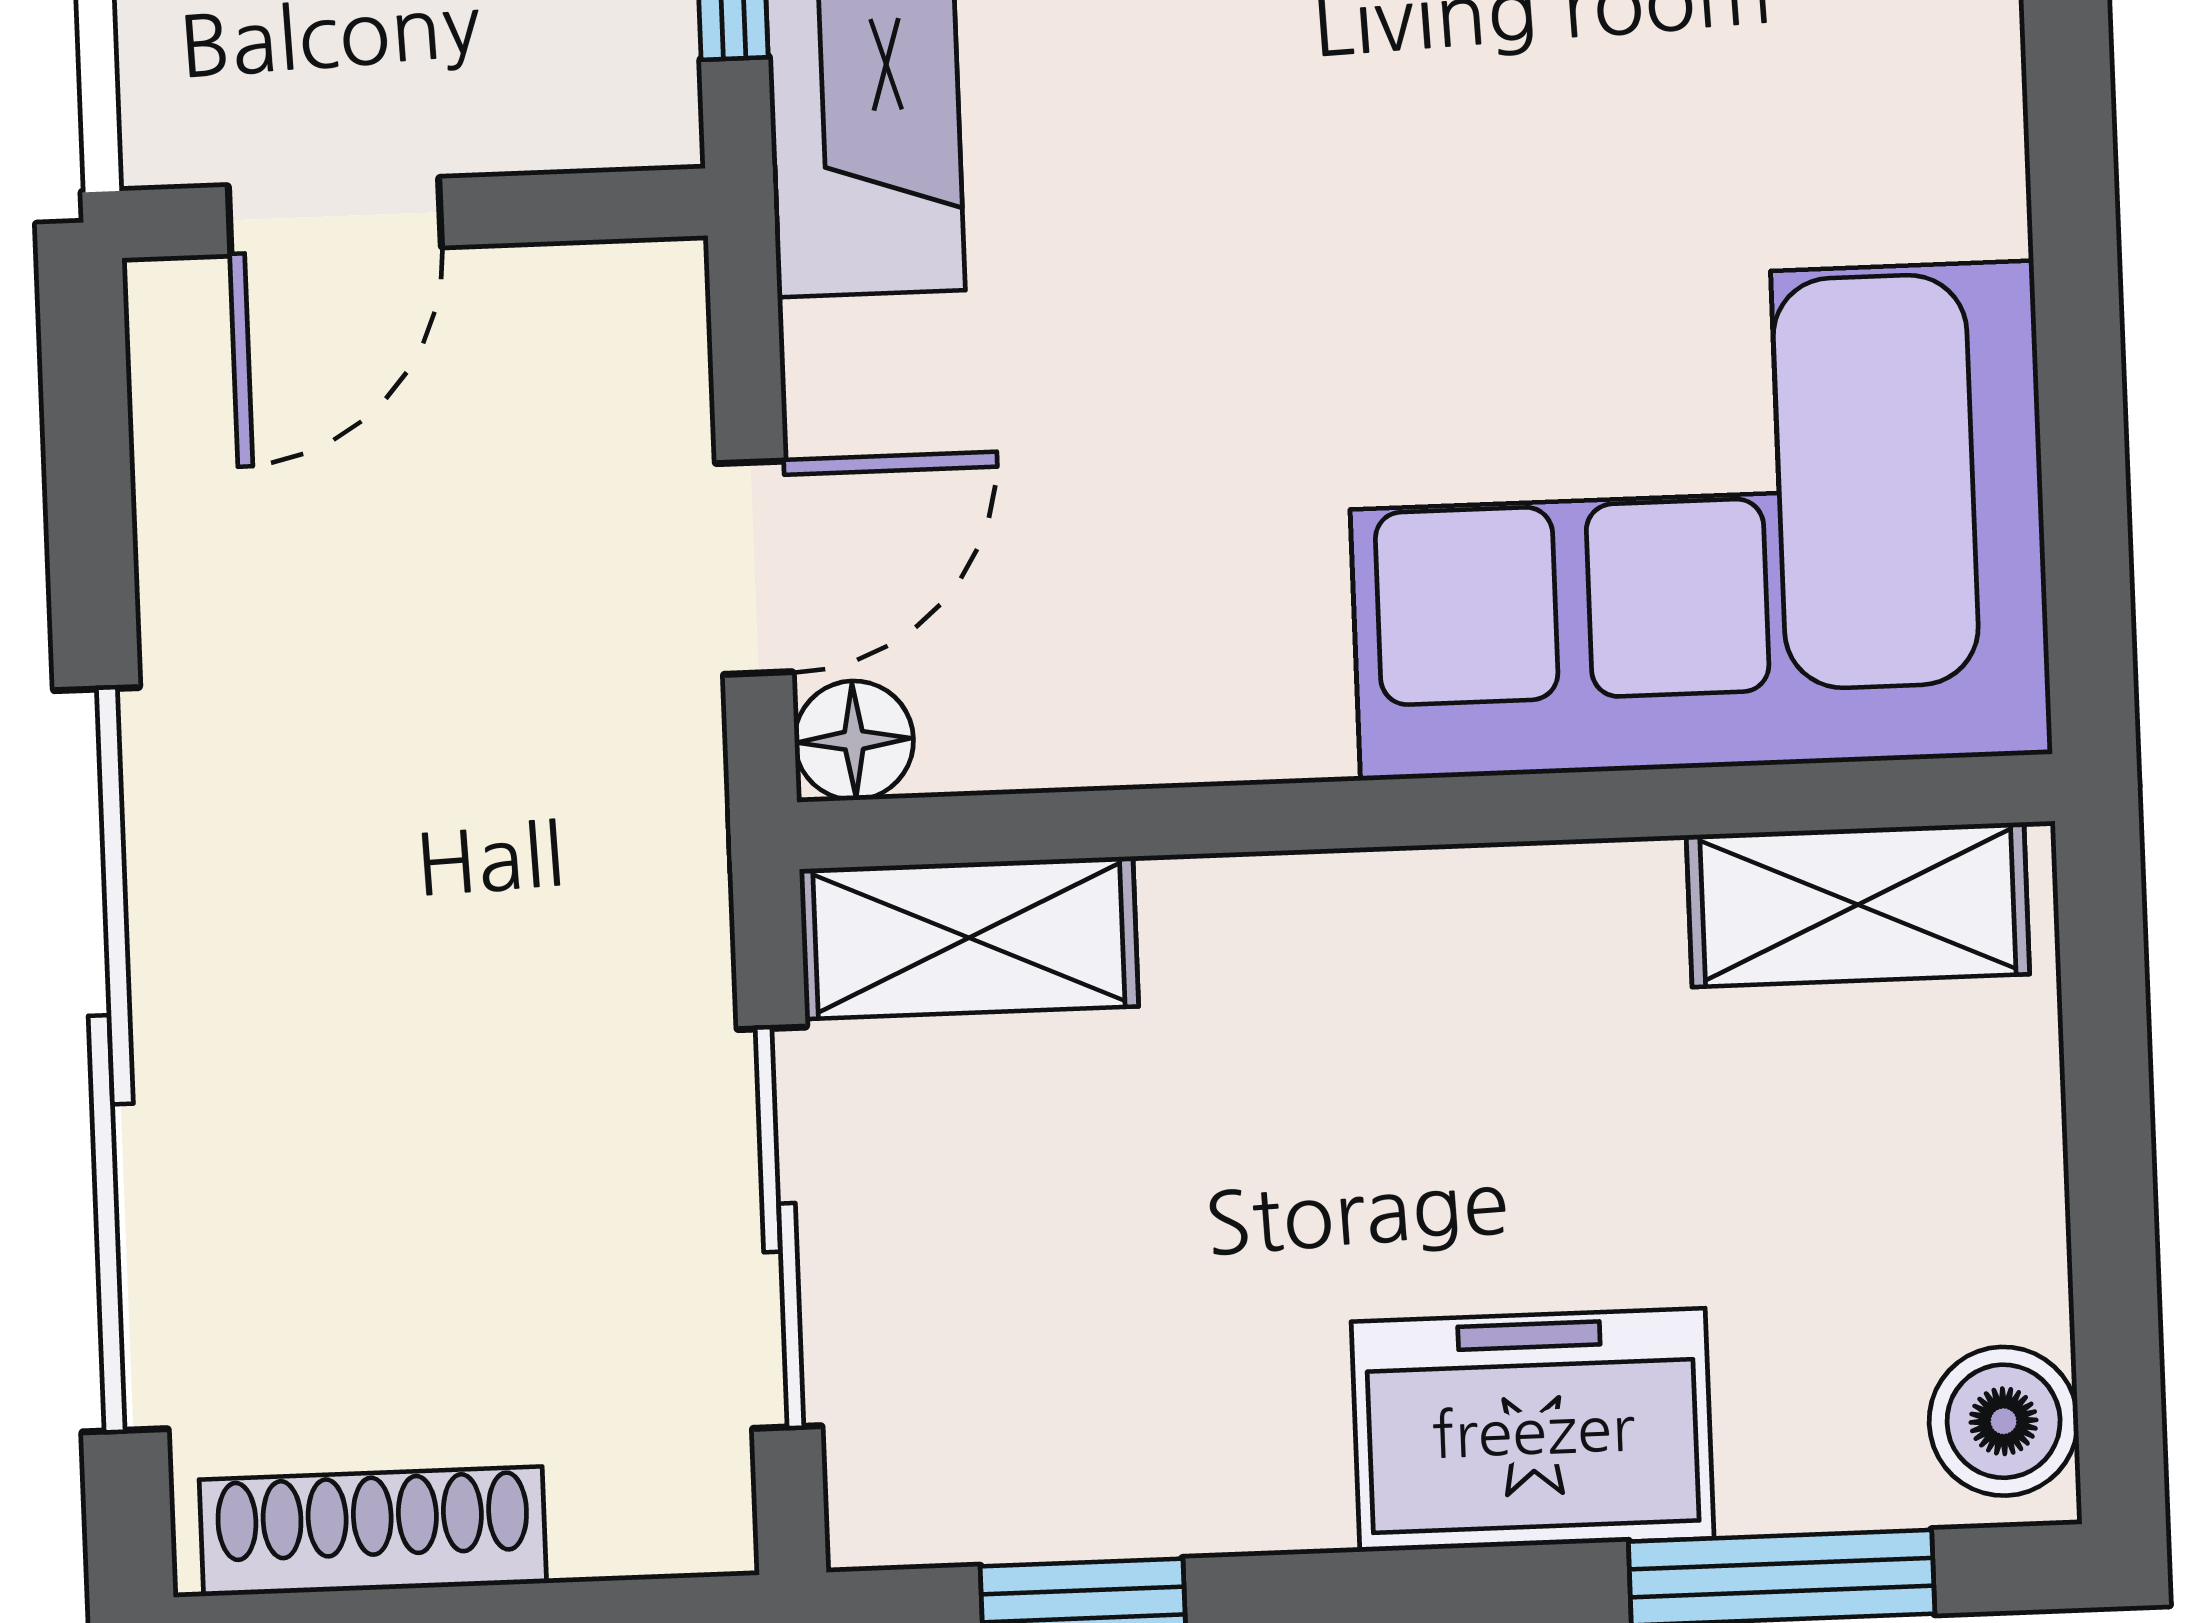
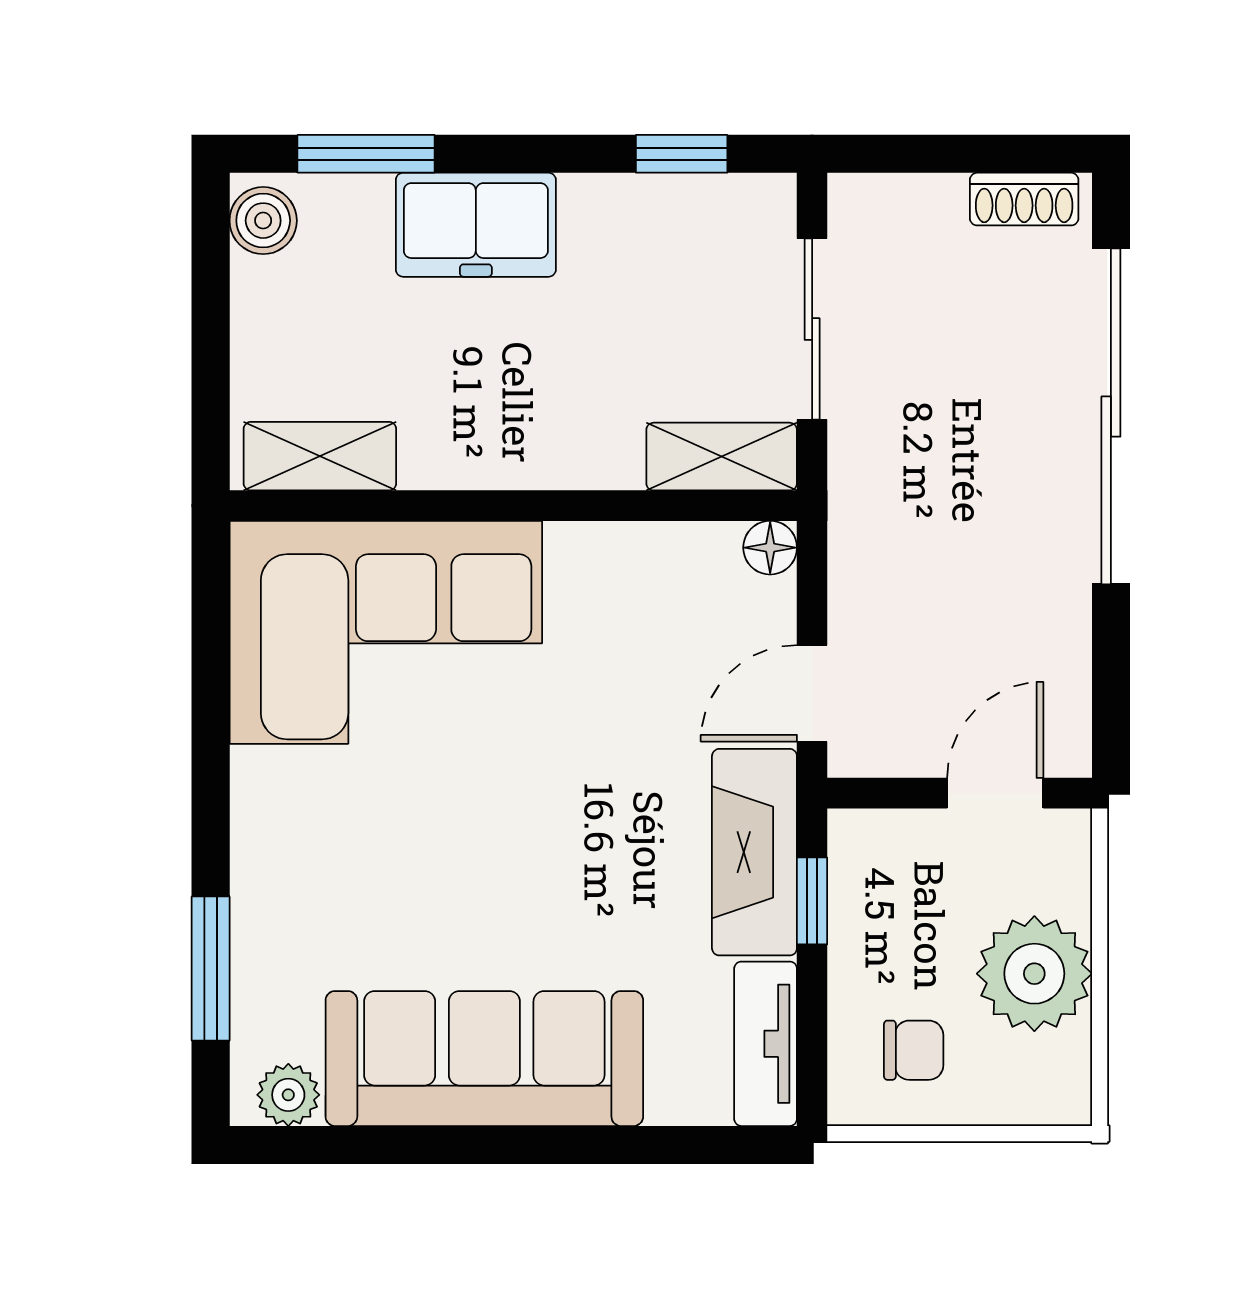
door: (754, 568) -> (812, 693), moved
shoe rack: (373, 1531) -> (1024, 199), width x0.70

